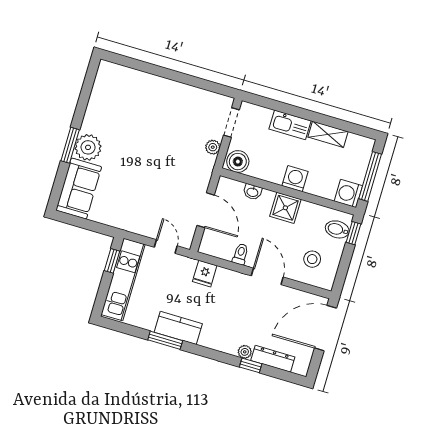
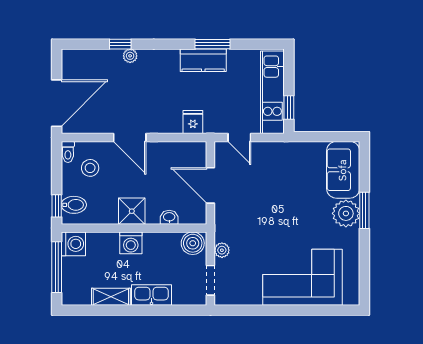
corner sofa: (146, 100) -> (302, 277), added
toilet: (240, 254) -> (68, 152), moved
dresser: (273, 359) -> (100, 57), removed

